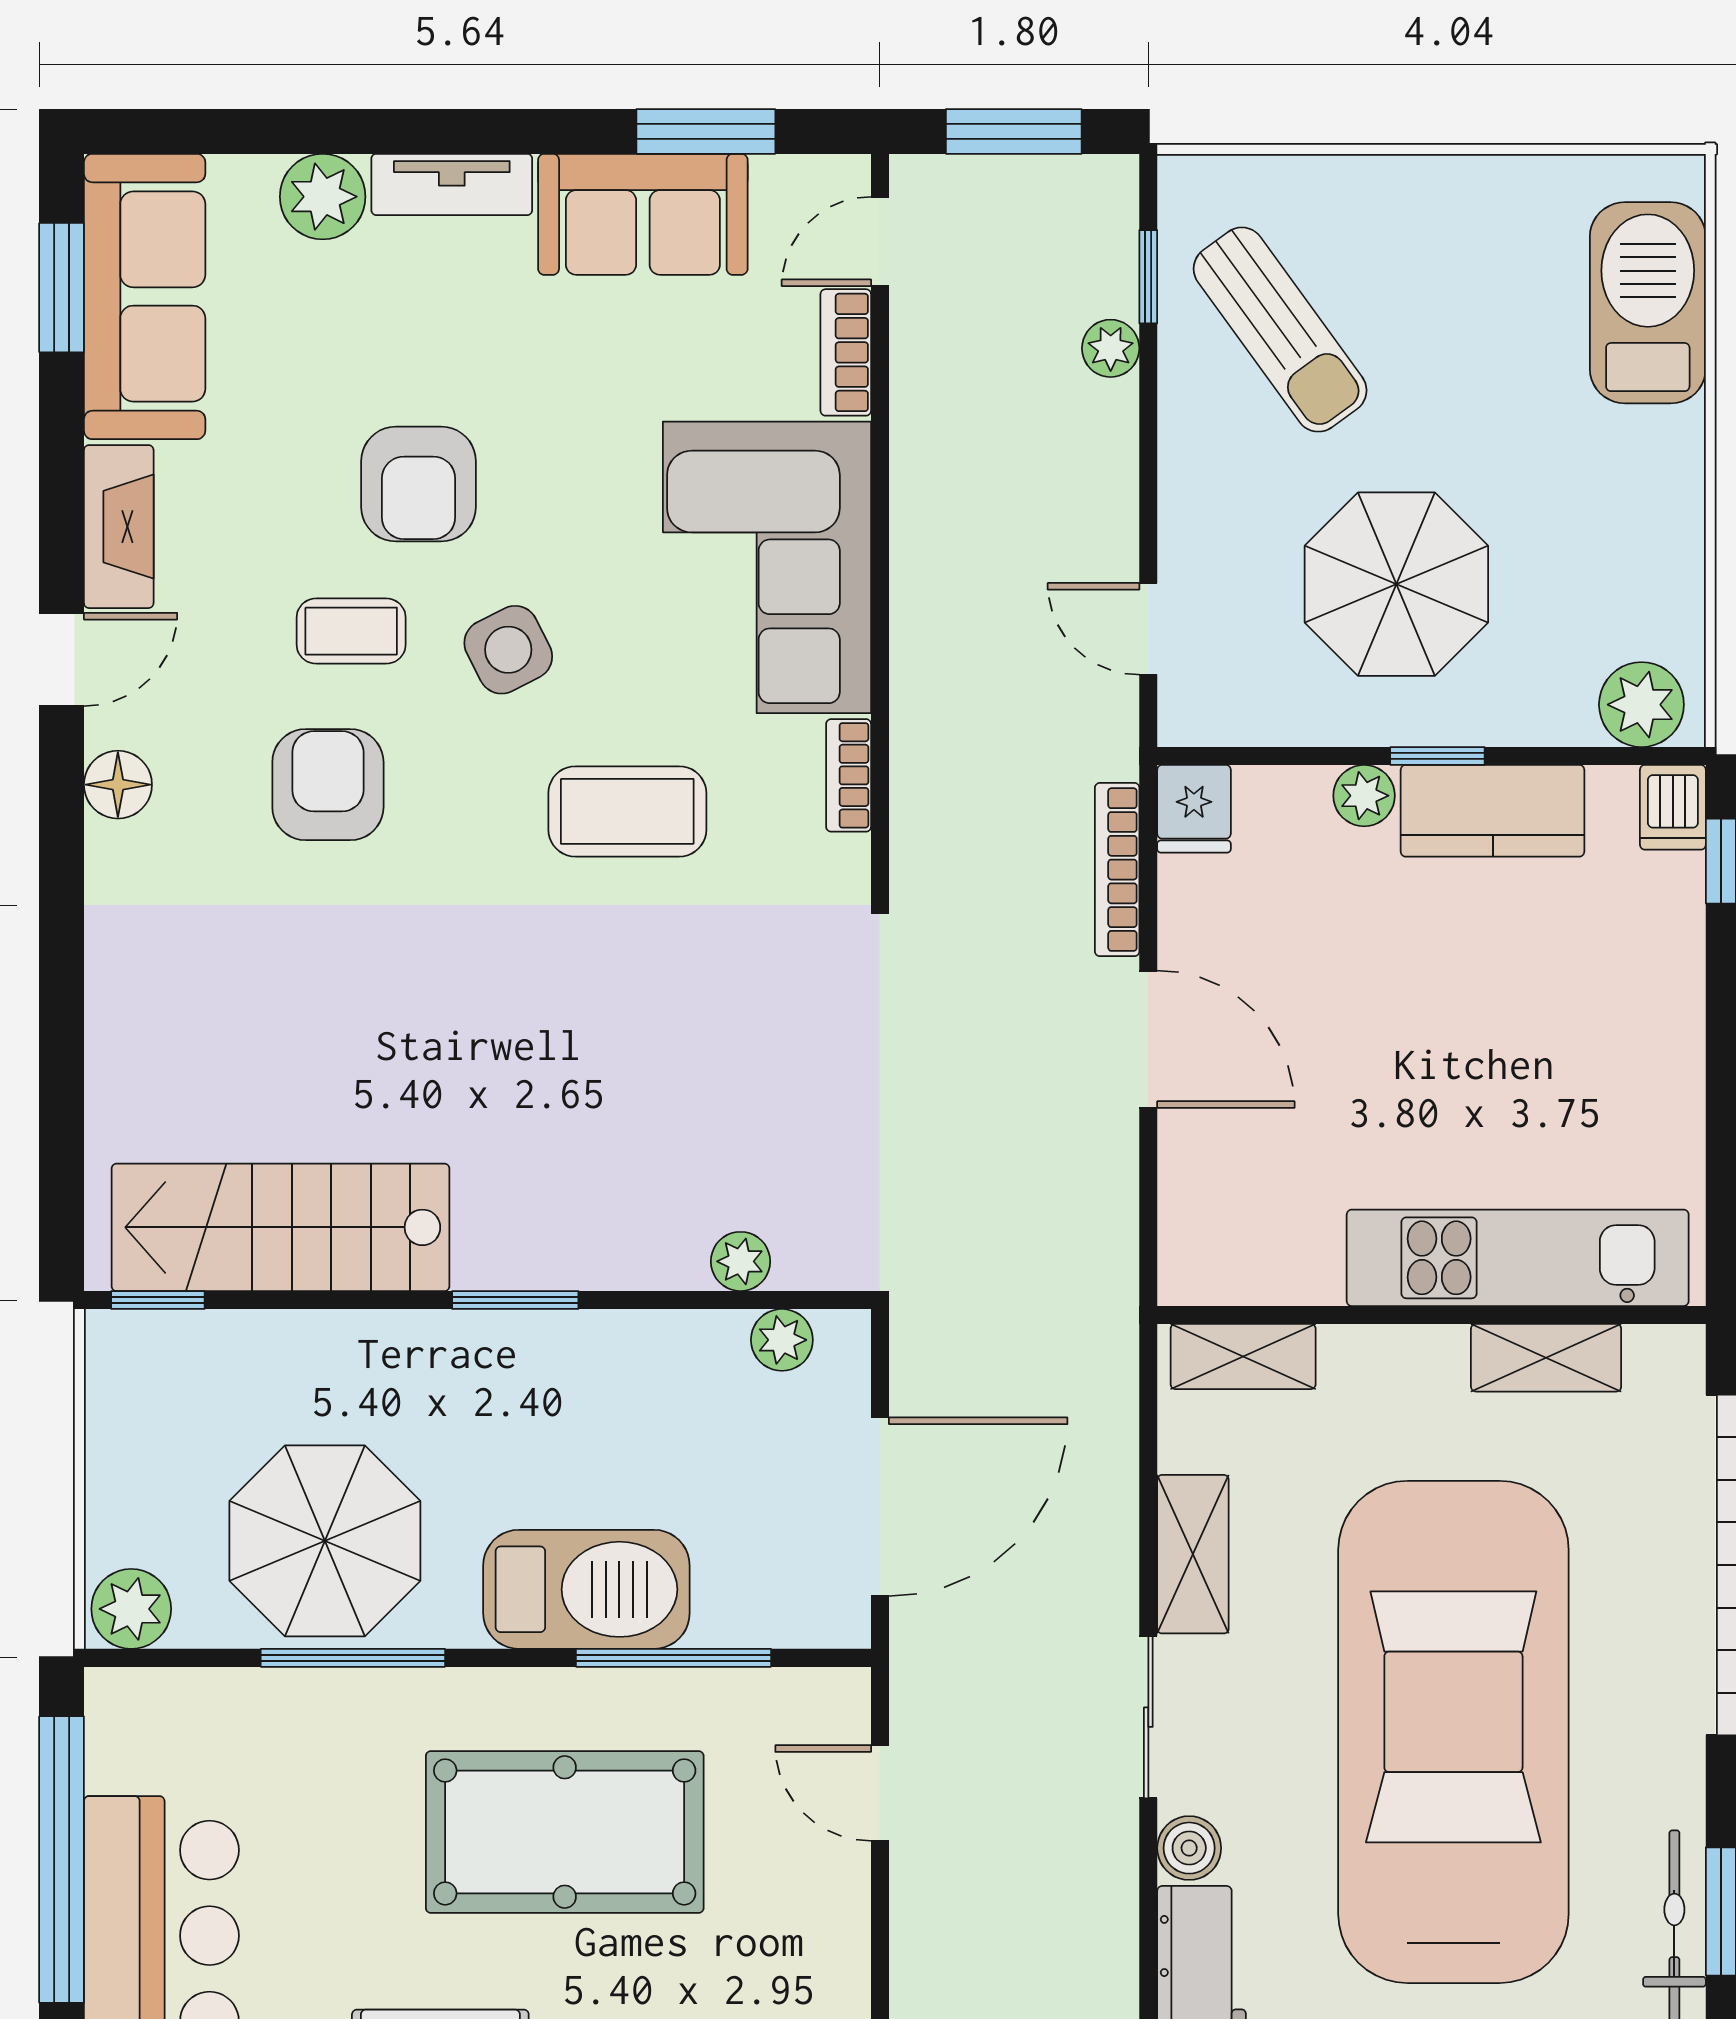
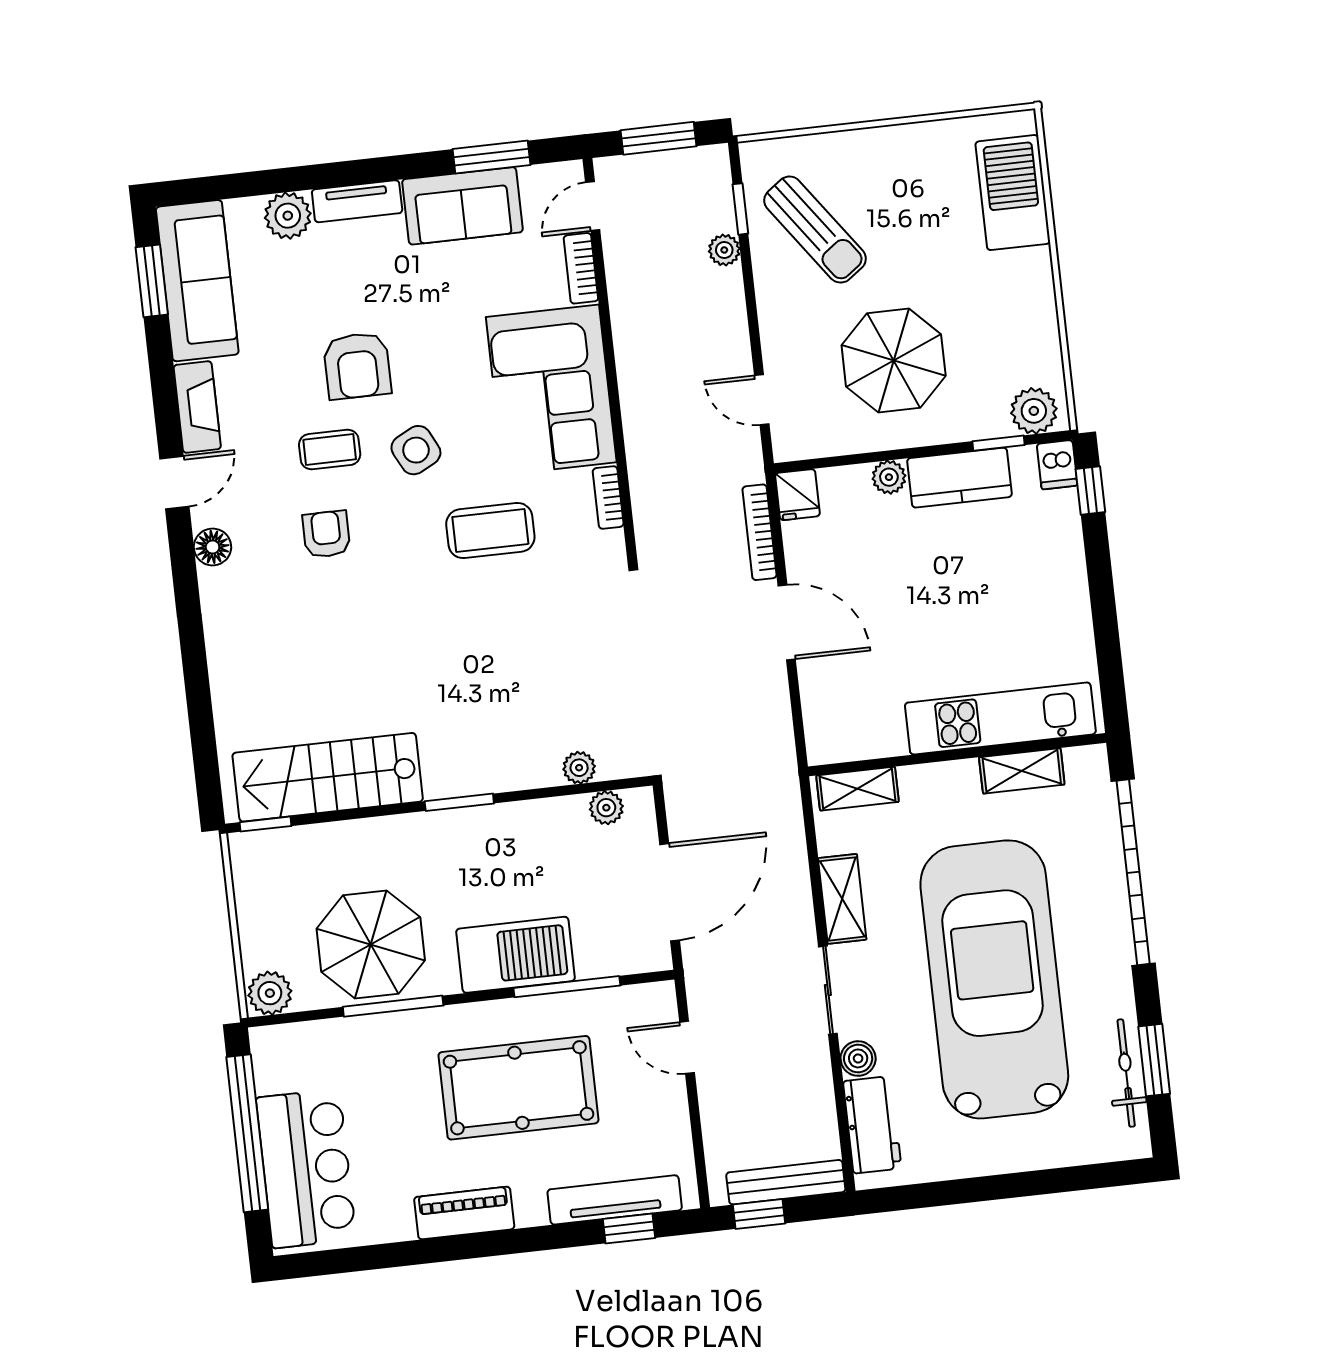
window: (1437, 756) -> (999, 443), moved
armchair: (328, 785) -> (326, 534), width x0.72, depth x0.72

